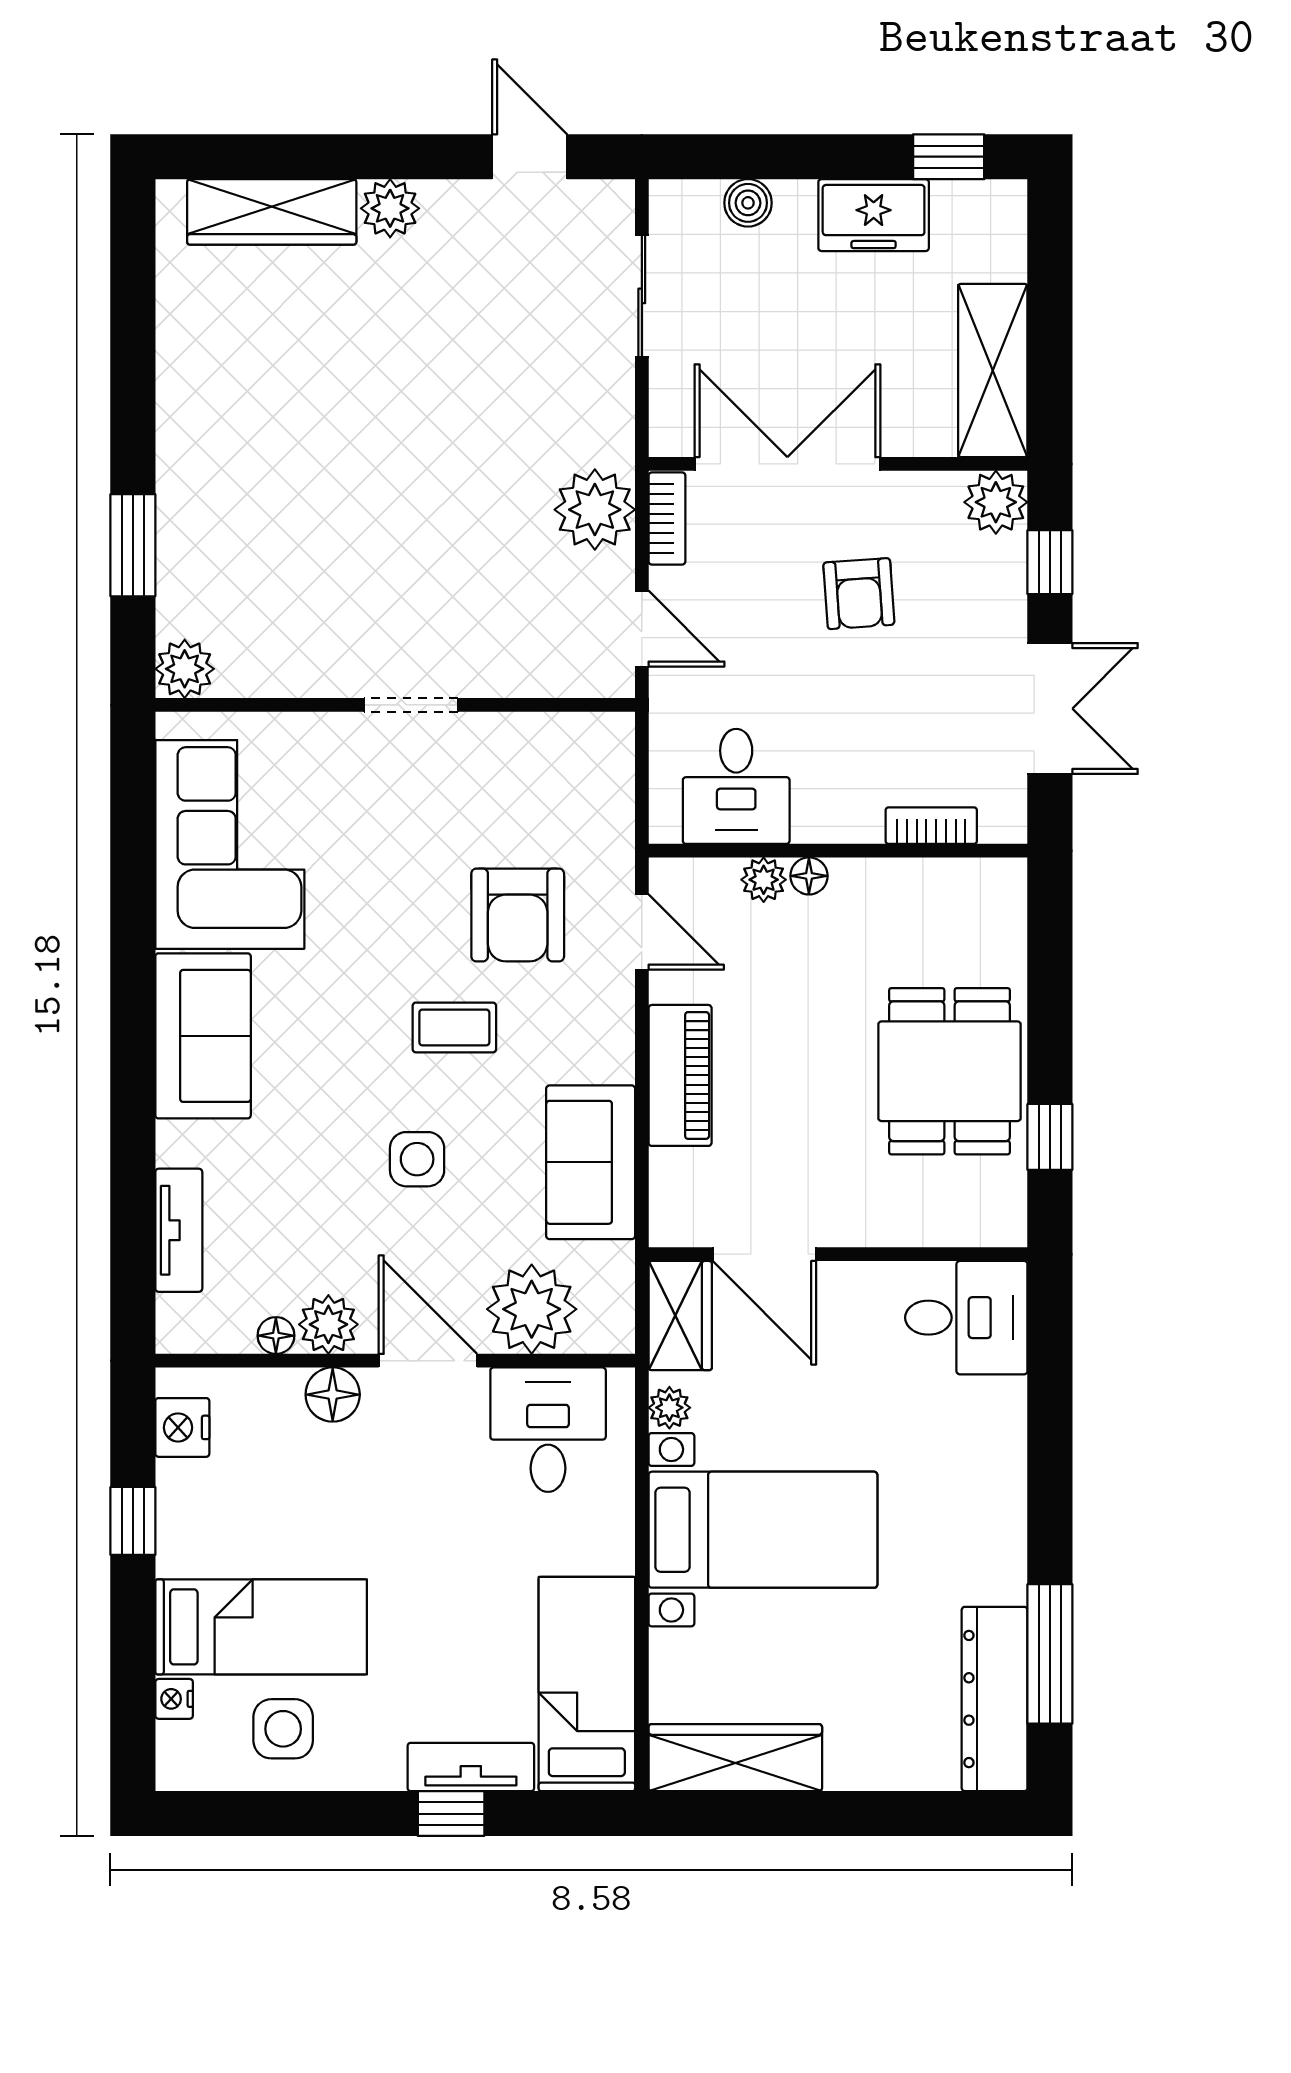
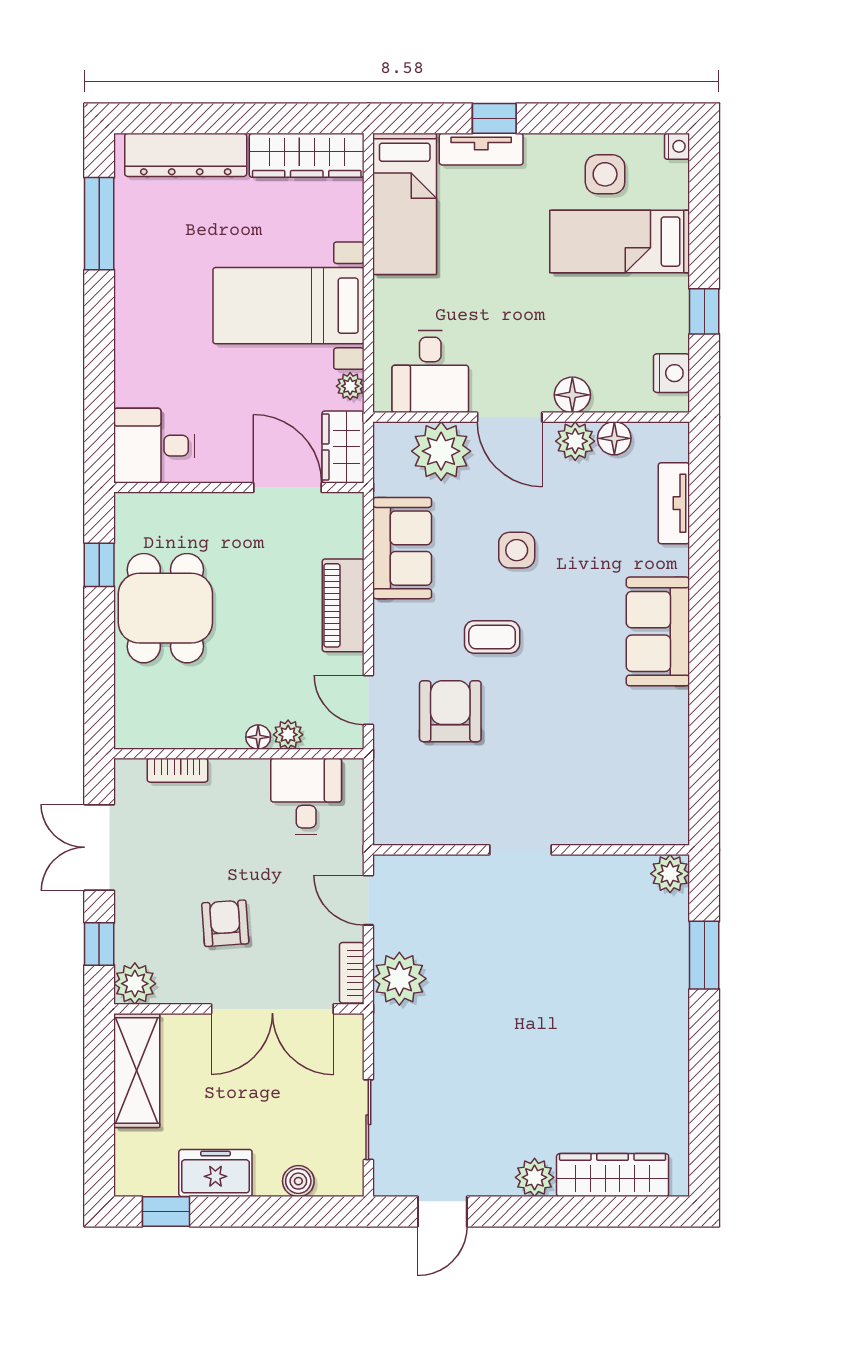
door: (530, 157) -> (442, 1211), hinge flipped
corner sofa: (230, 844) -> (640, 758), removed
floor lamp: (276, 1336) -> (614, 438), width x1.37, depth x1.37
nightstand: (174, 1699) -> (677, 146), moved
dresser: (995, 1699) -> (186, 155), moved, turned 90

